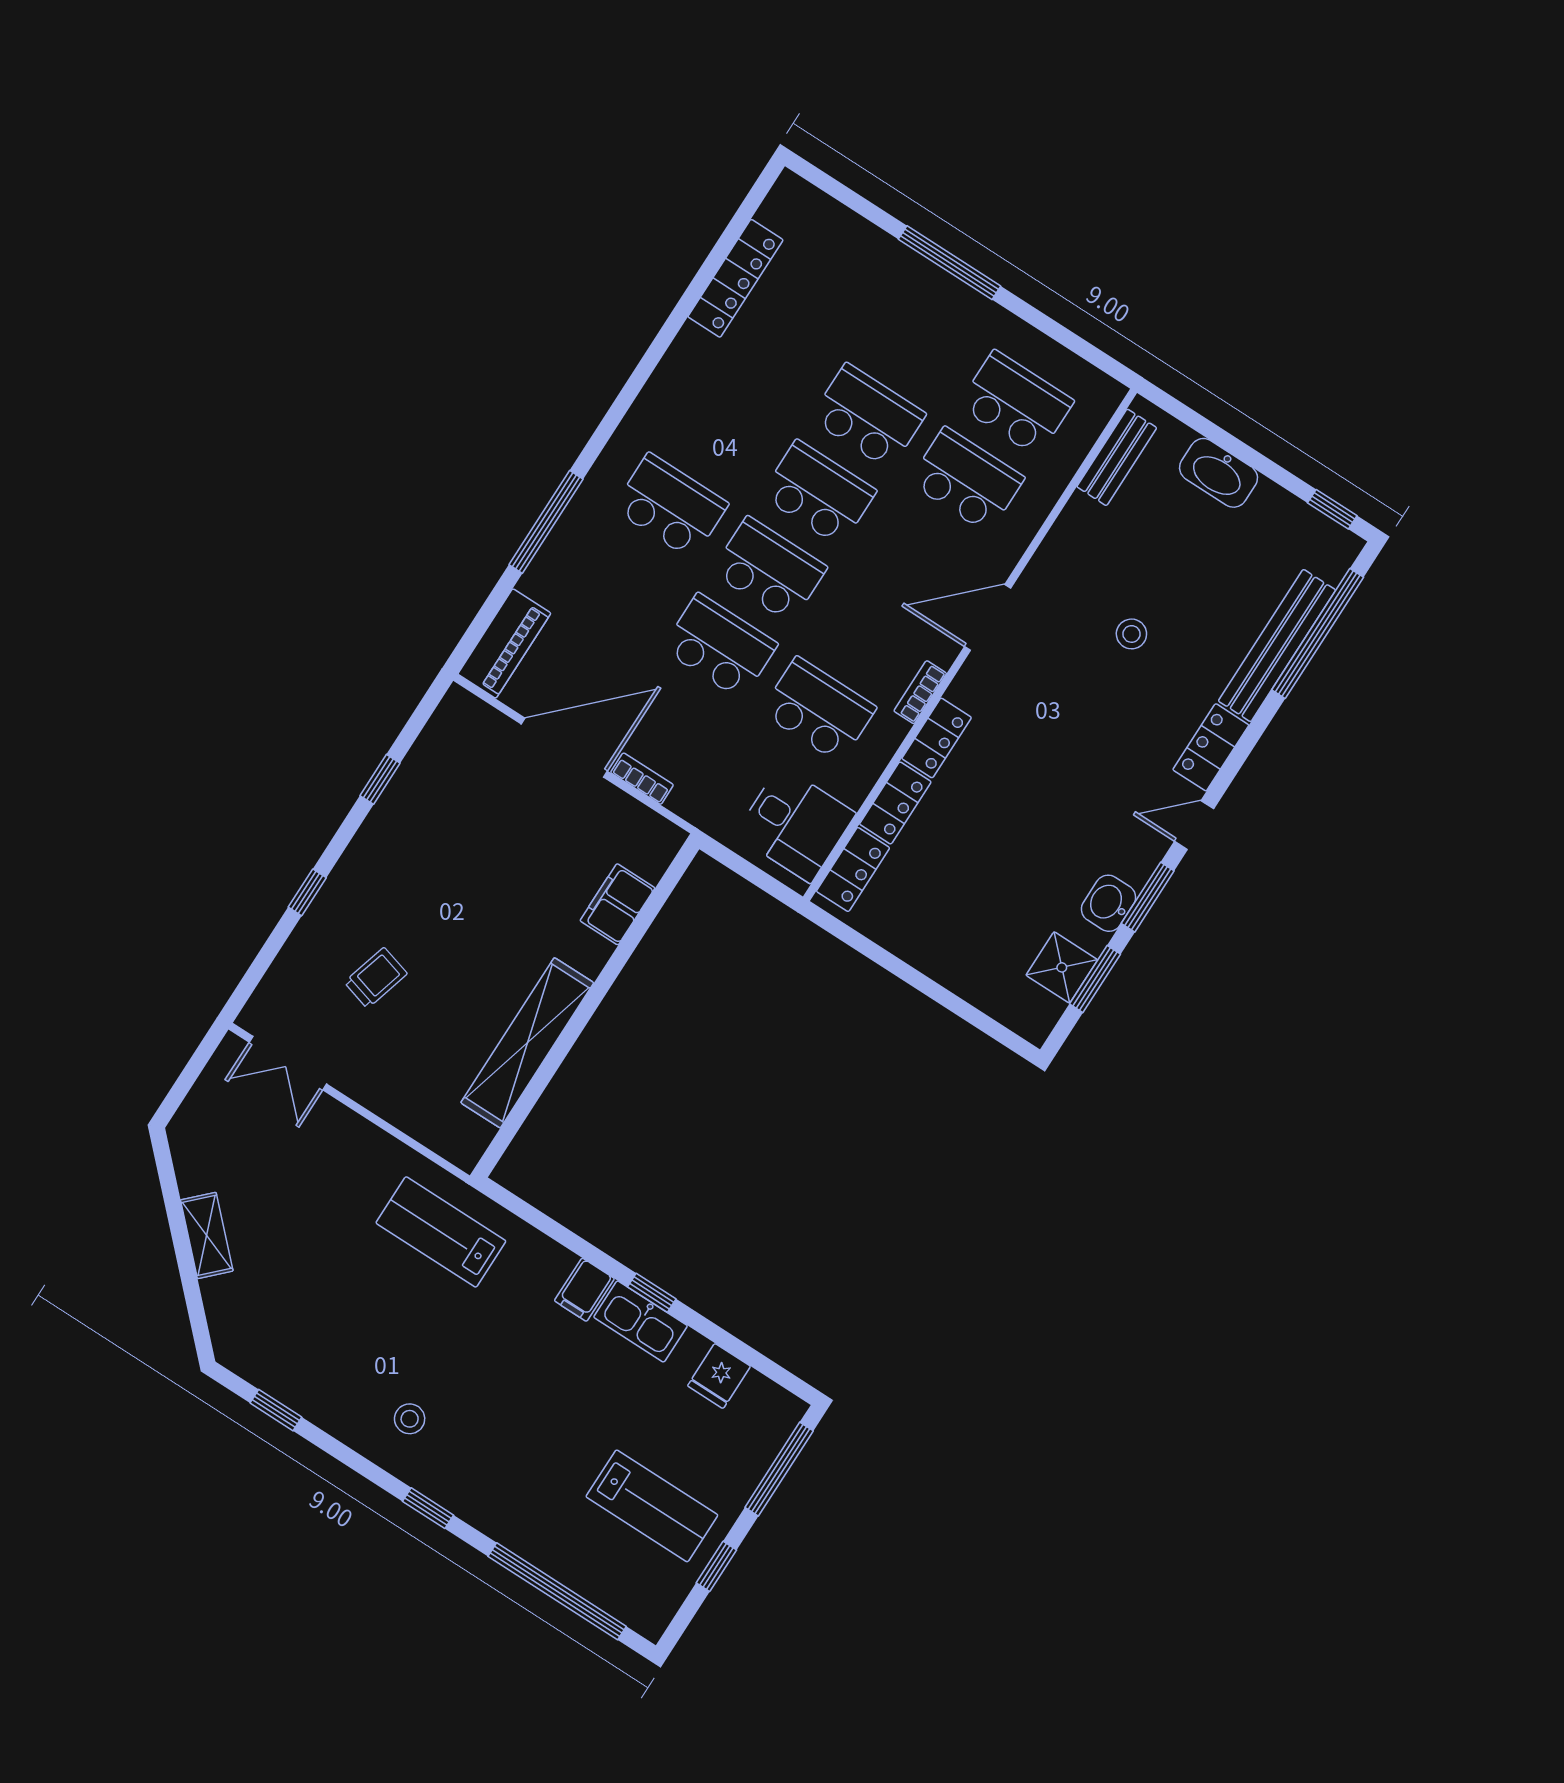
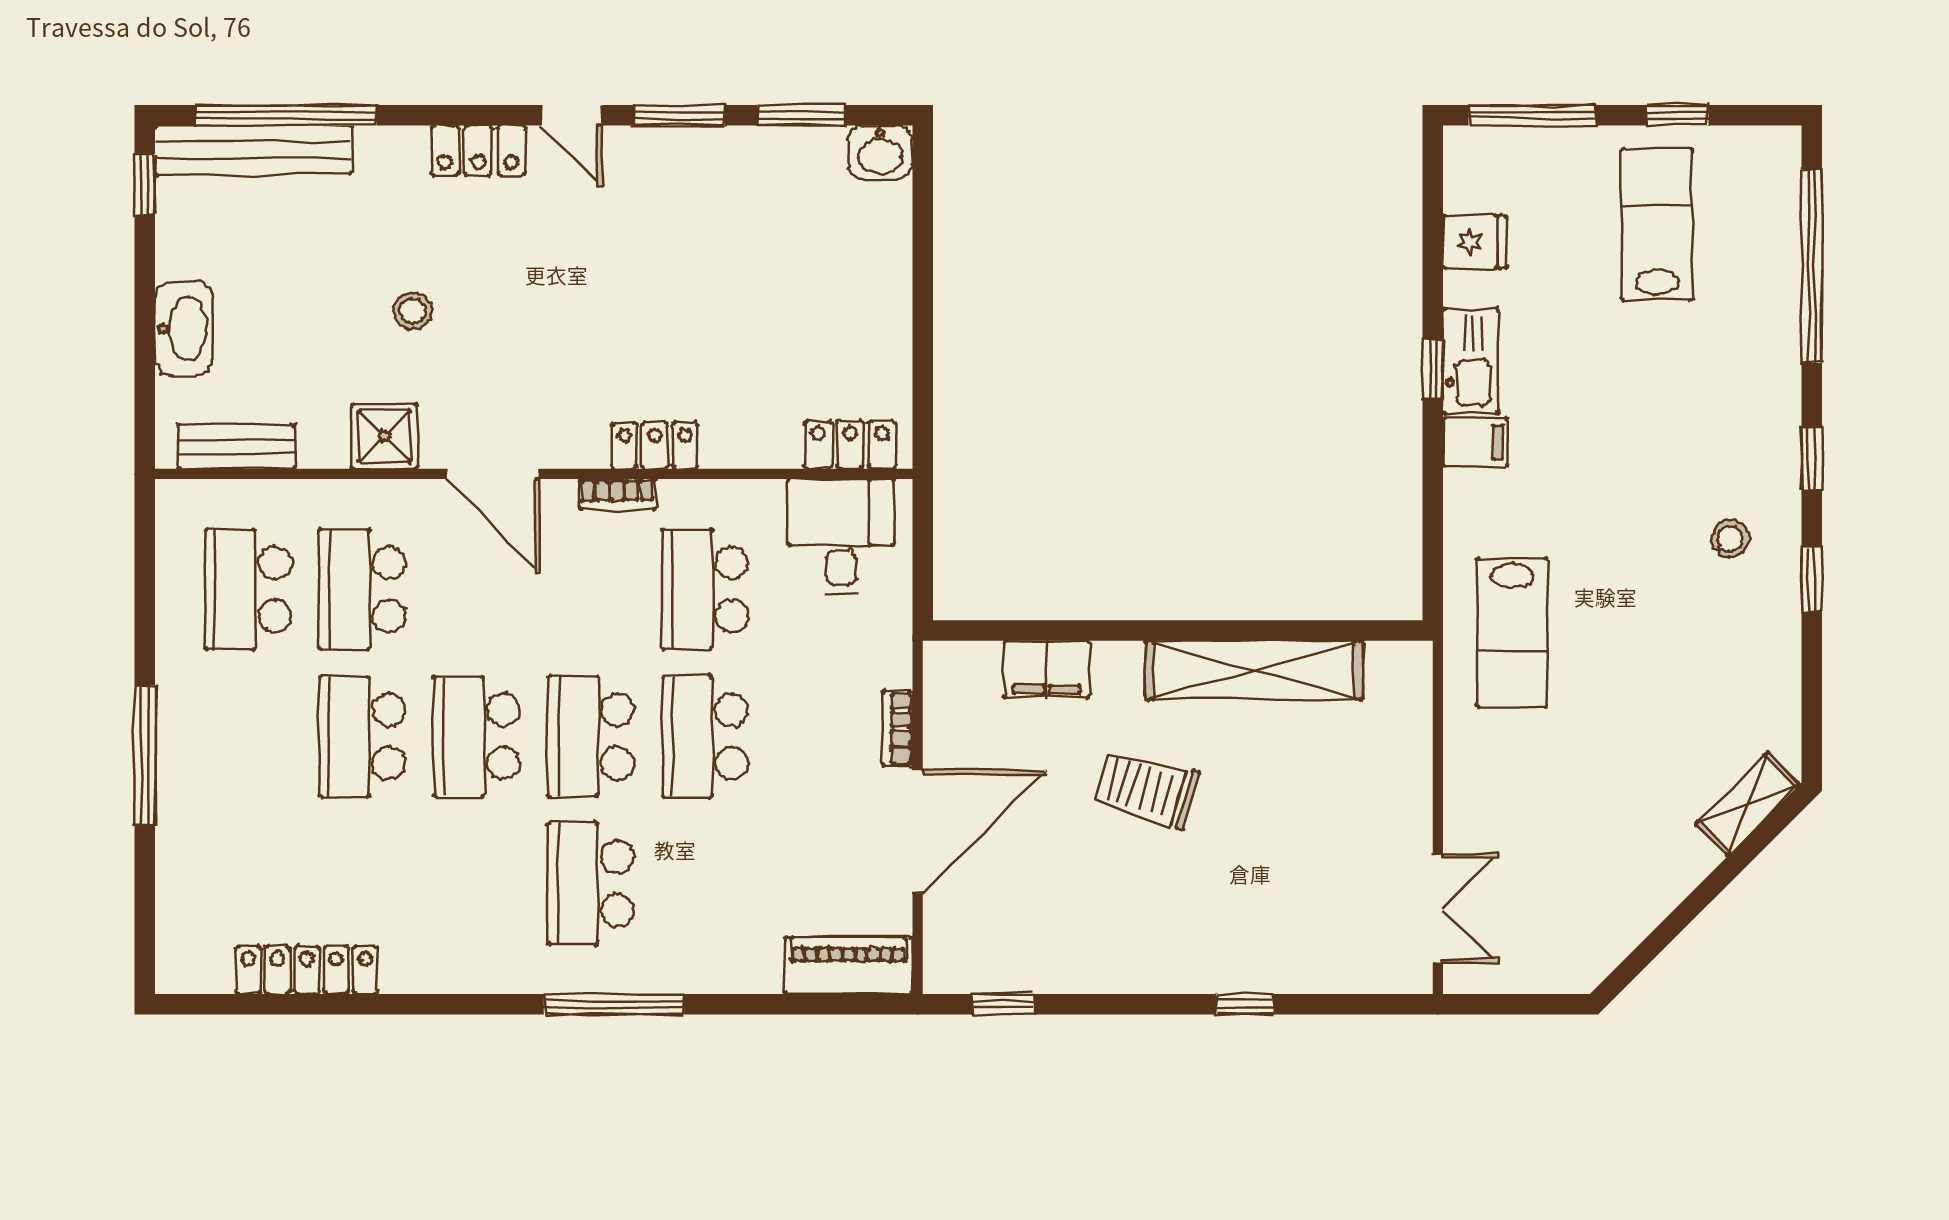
window: (546, 522) -> (614, 1004), moved
bench: (1277, 646) -> (253, 150), moved
door: (564, 748) -> (918, 832), swing flipped
window: (380, 779) -> (1003, 1004), moved
locker: (895, 803) -> (751, 445), removed
washbasin: (1109, 903) -> (880, 152), moved
shower: (1062, 967) -> (384, 436), moved
trolley: (376, 978) -> (1146, 789), moved, width x1.36, depth x1.39
shelving: (207, 1235) -> (1748, 804), moved
window: (276, 1410) -> (1812, 580), moved

